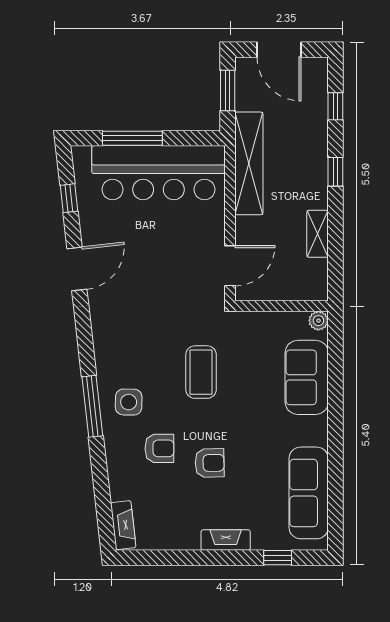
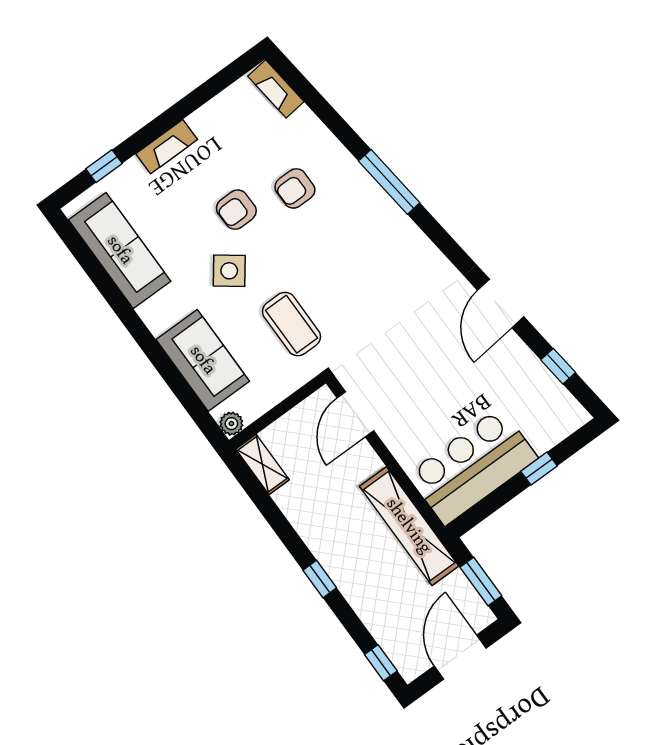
door: (279, 50) -> (460, 657), hinge flipped
window: (335, 106) -> (381, 663), moved
window: (132, 138) -> (539, 469), width x0.46
bar counter: (158, 173) -> (473, 466), width x0.73
shelving: (318, 234) -> (262, 464), moved
coffee table: (201, 372) -> (291, 324), moved
side table: (129, 402) -> (229, 271), moved, turned 36

